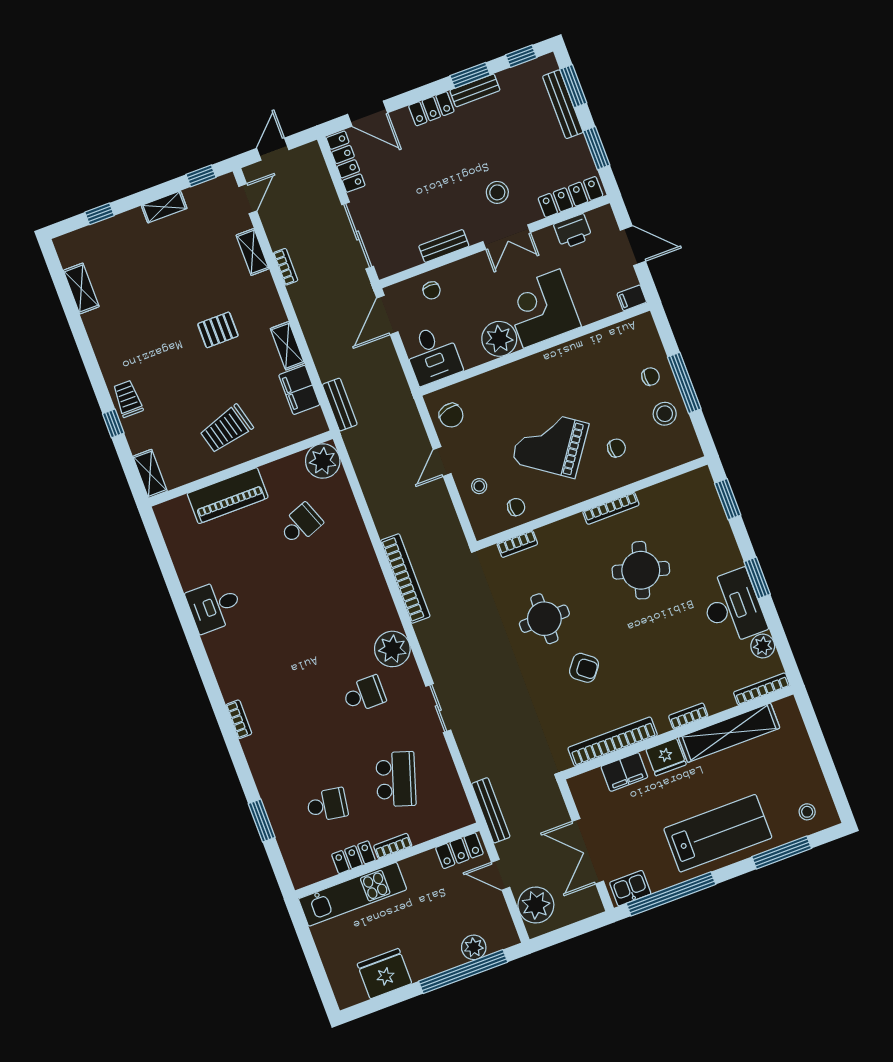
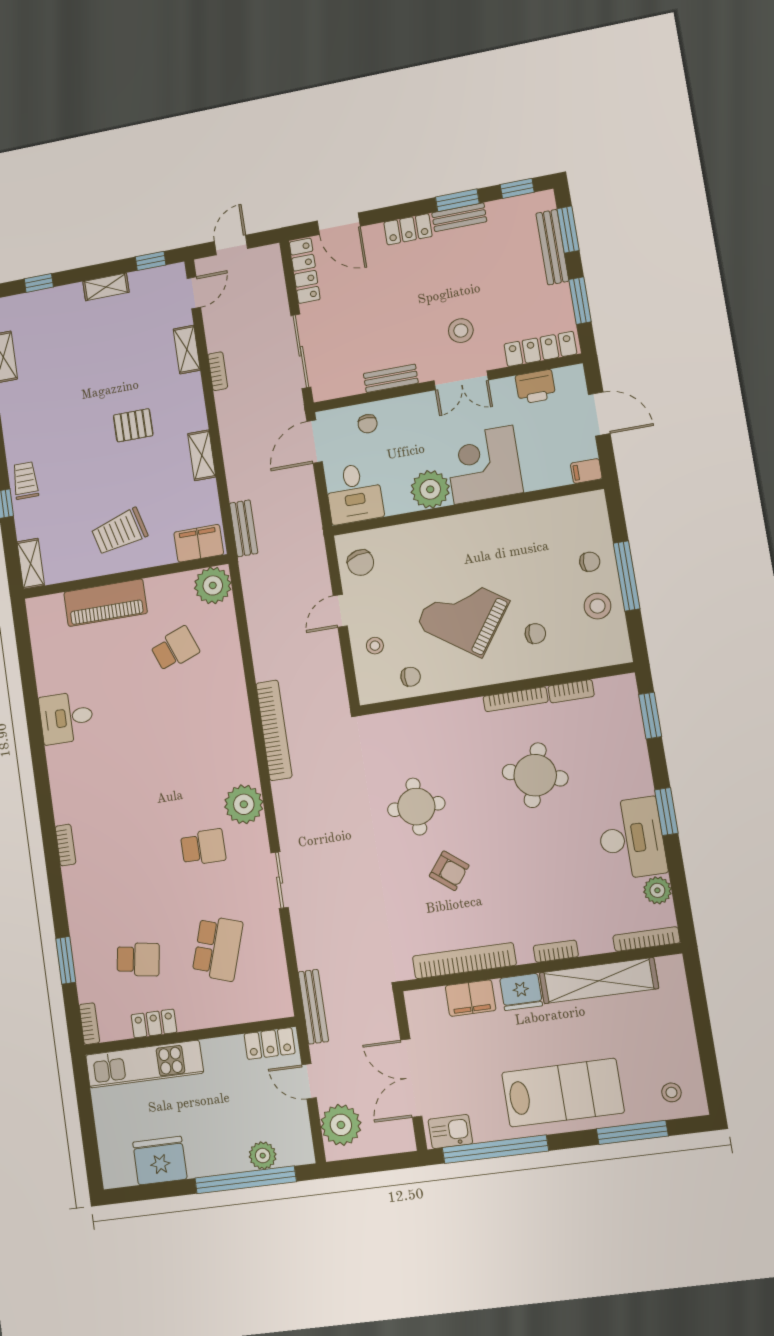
filing cabinet: (299, 390) -> (199, 543), moved, turned 90
bookcase: (517, 544) -> (571, 691), moved
bookcase: (393, 846) -> (89, 1024), moved, turned 90

